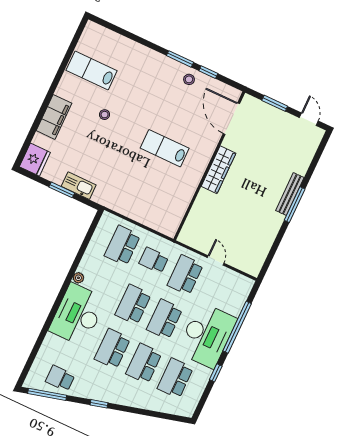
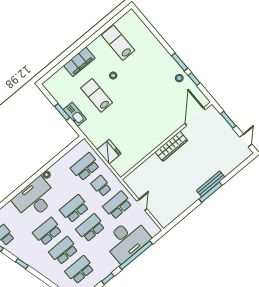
lab bench: (165, 148) -> (97, 95), moved
fridge: (35, 160) -> (109, 152), moved, turned -90
desk: (207, 335) -> (127, 240), moved

